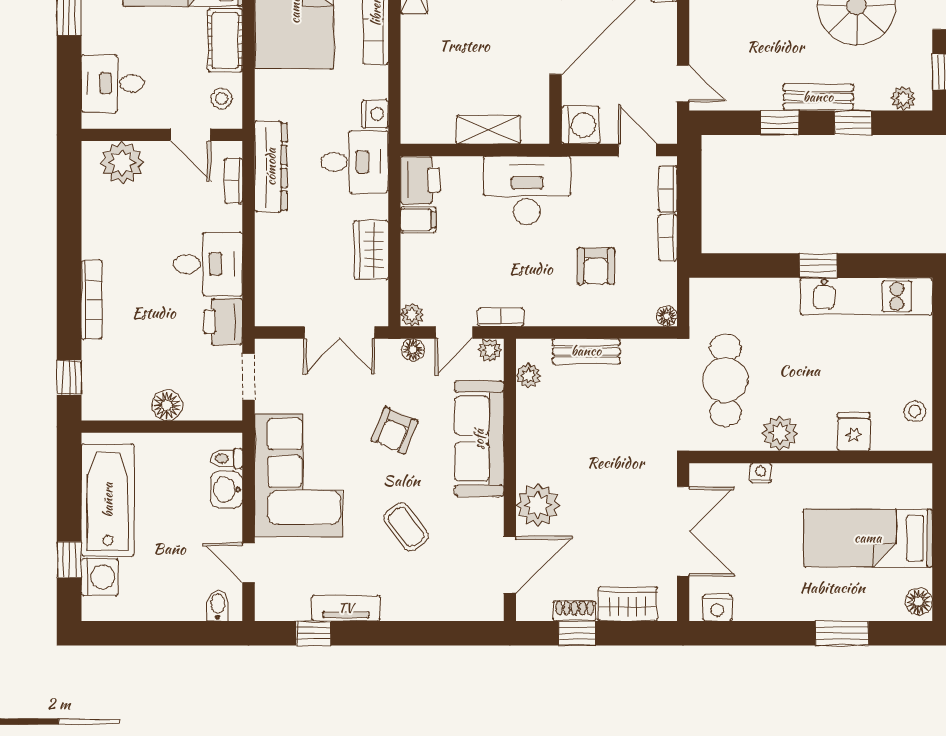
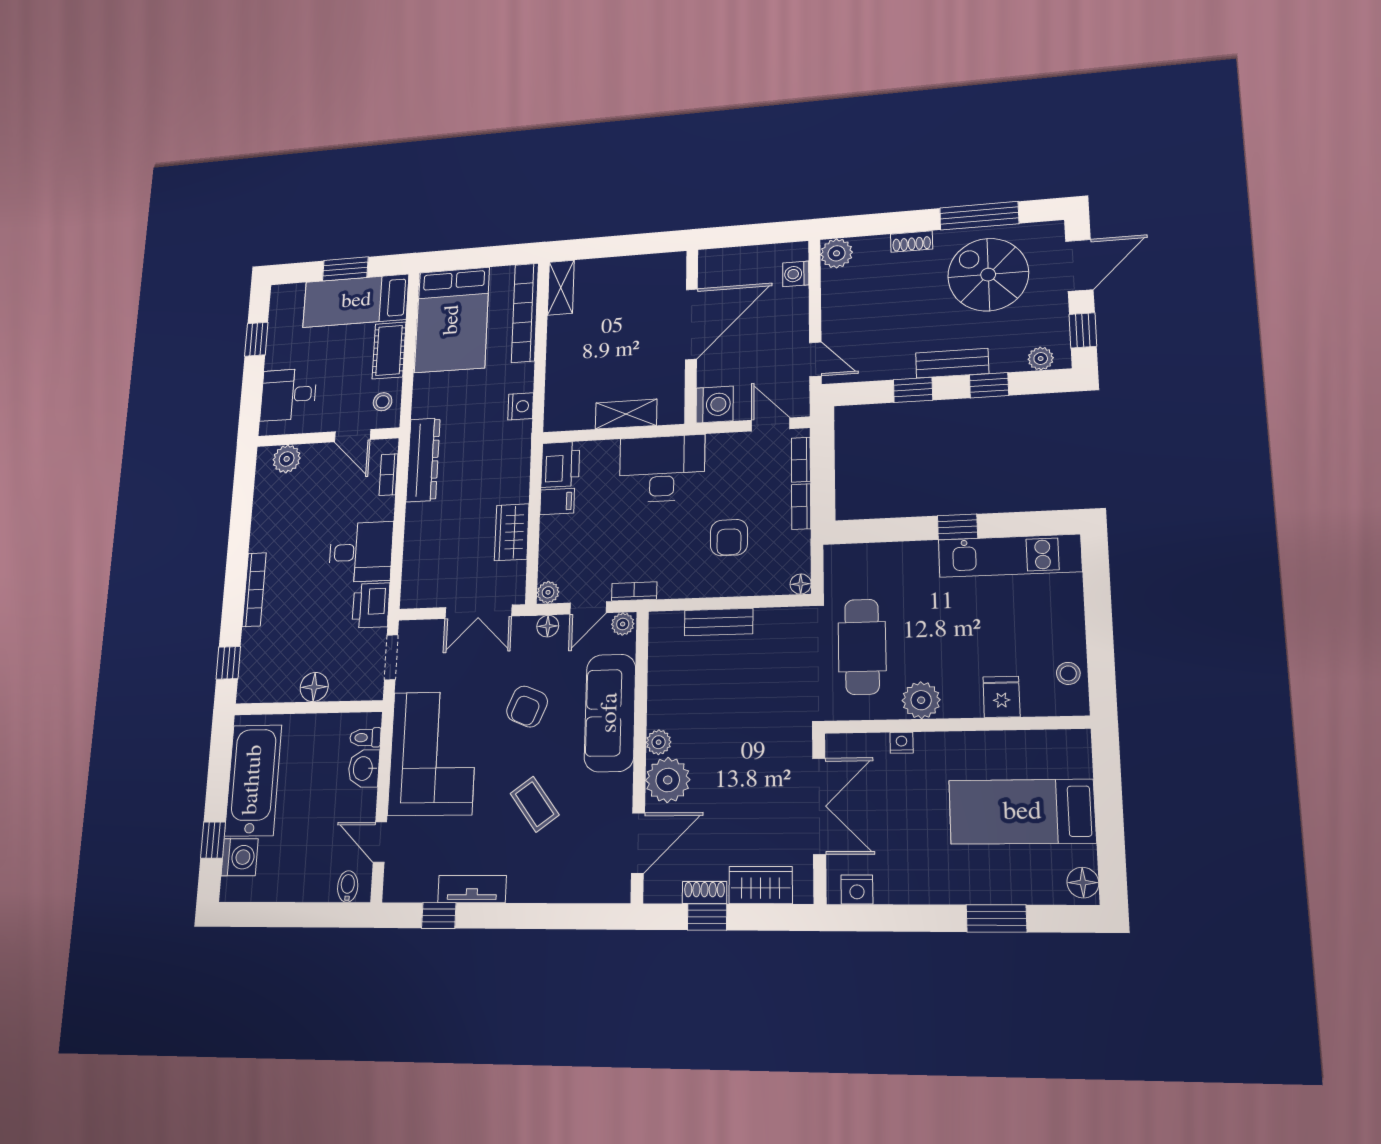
desk: (355, 162) -> (500, 451), removed
plant: (122, 163) -> (287, 459), width x0.73, depth x0.73
plant: (528, 376) -> (659, 742), moved

